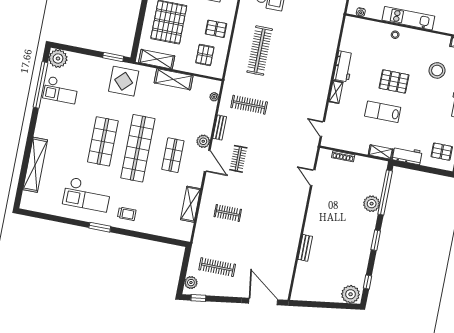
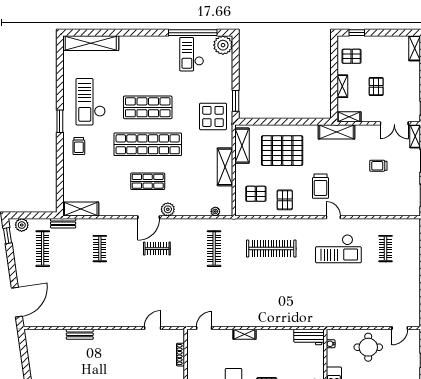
workbench: (344, 66) -> (309, 337), moved
bench: (220, 127) -> (63, 223), moved
shelving: (35, 165) -> (91, 43), moved
shelving: (191, 204) -> (81, 209), moved

